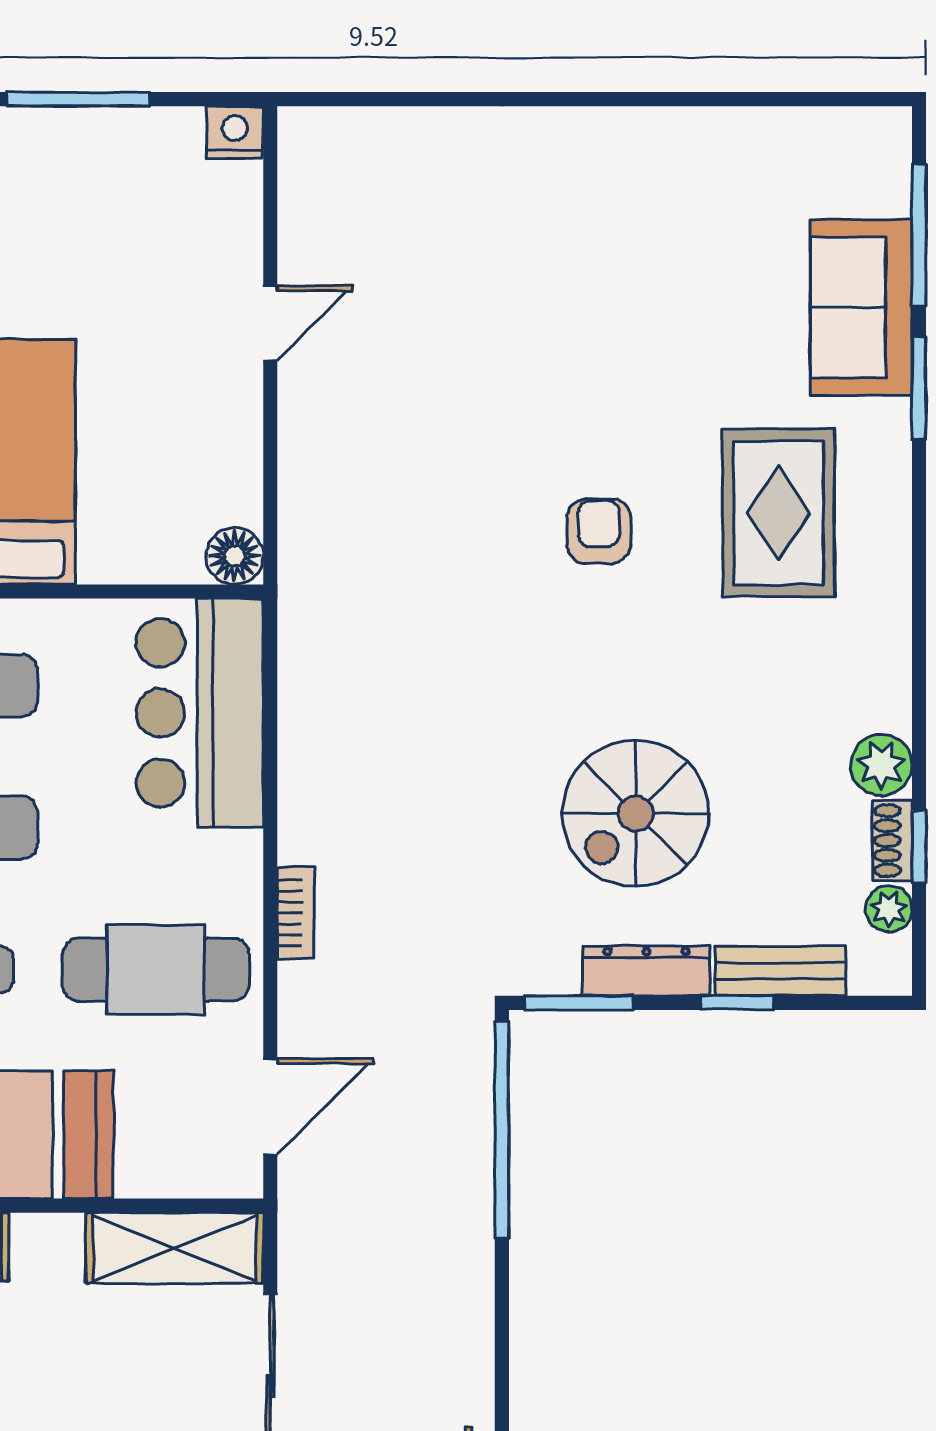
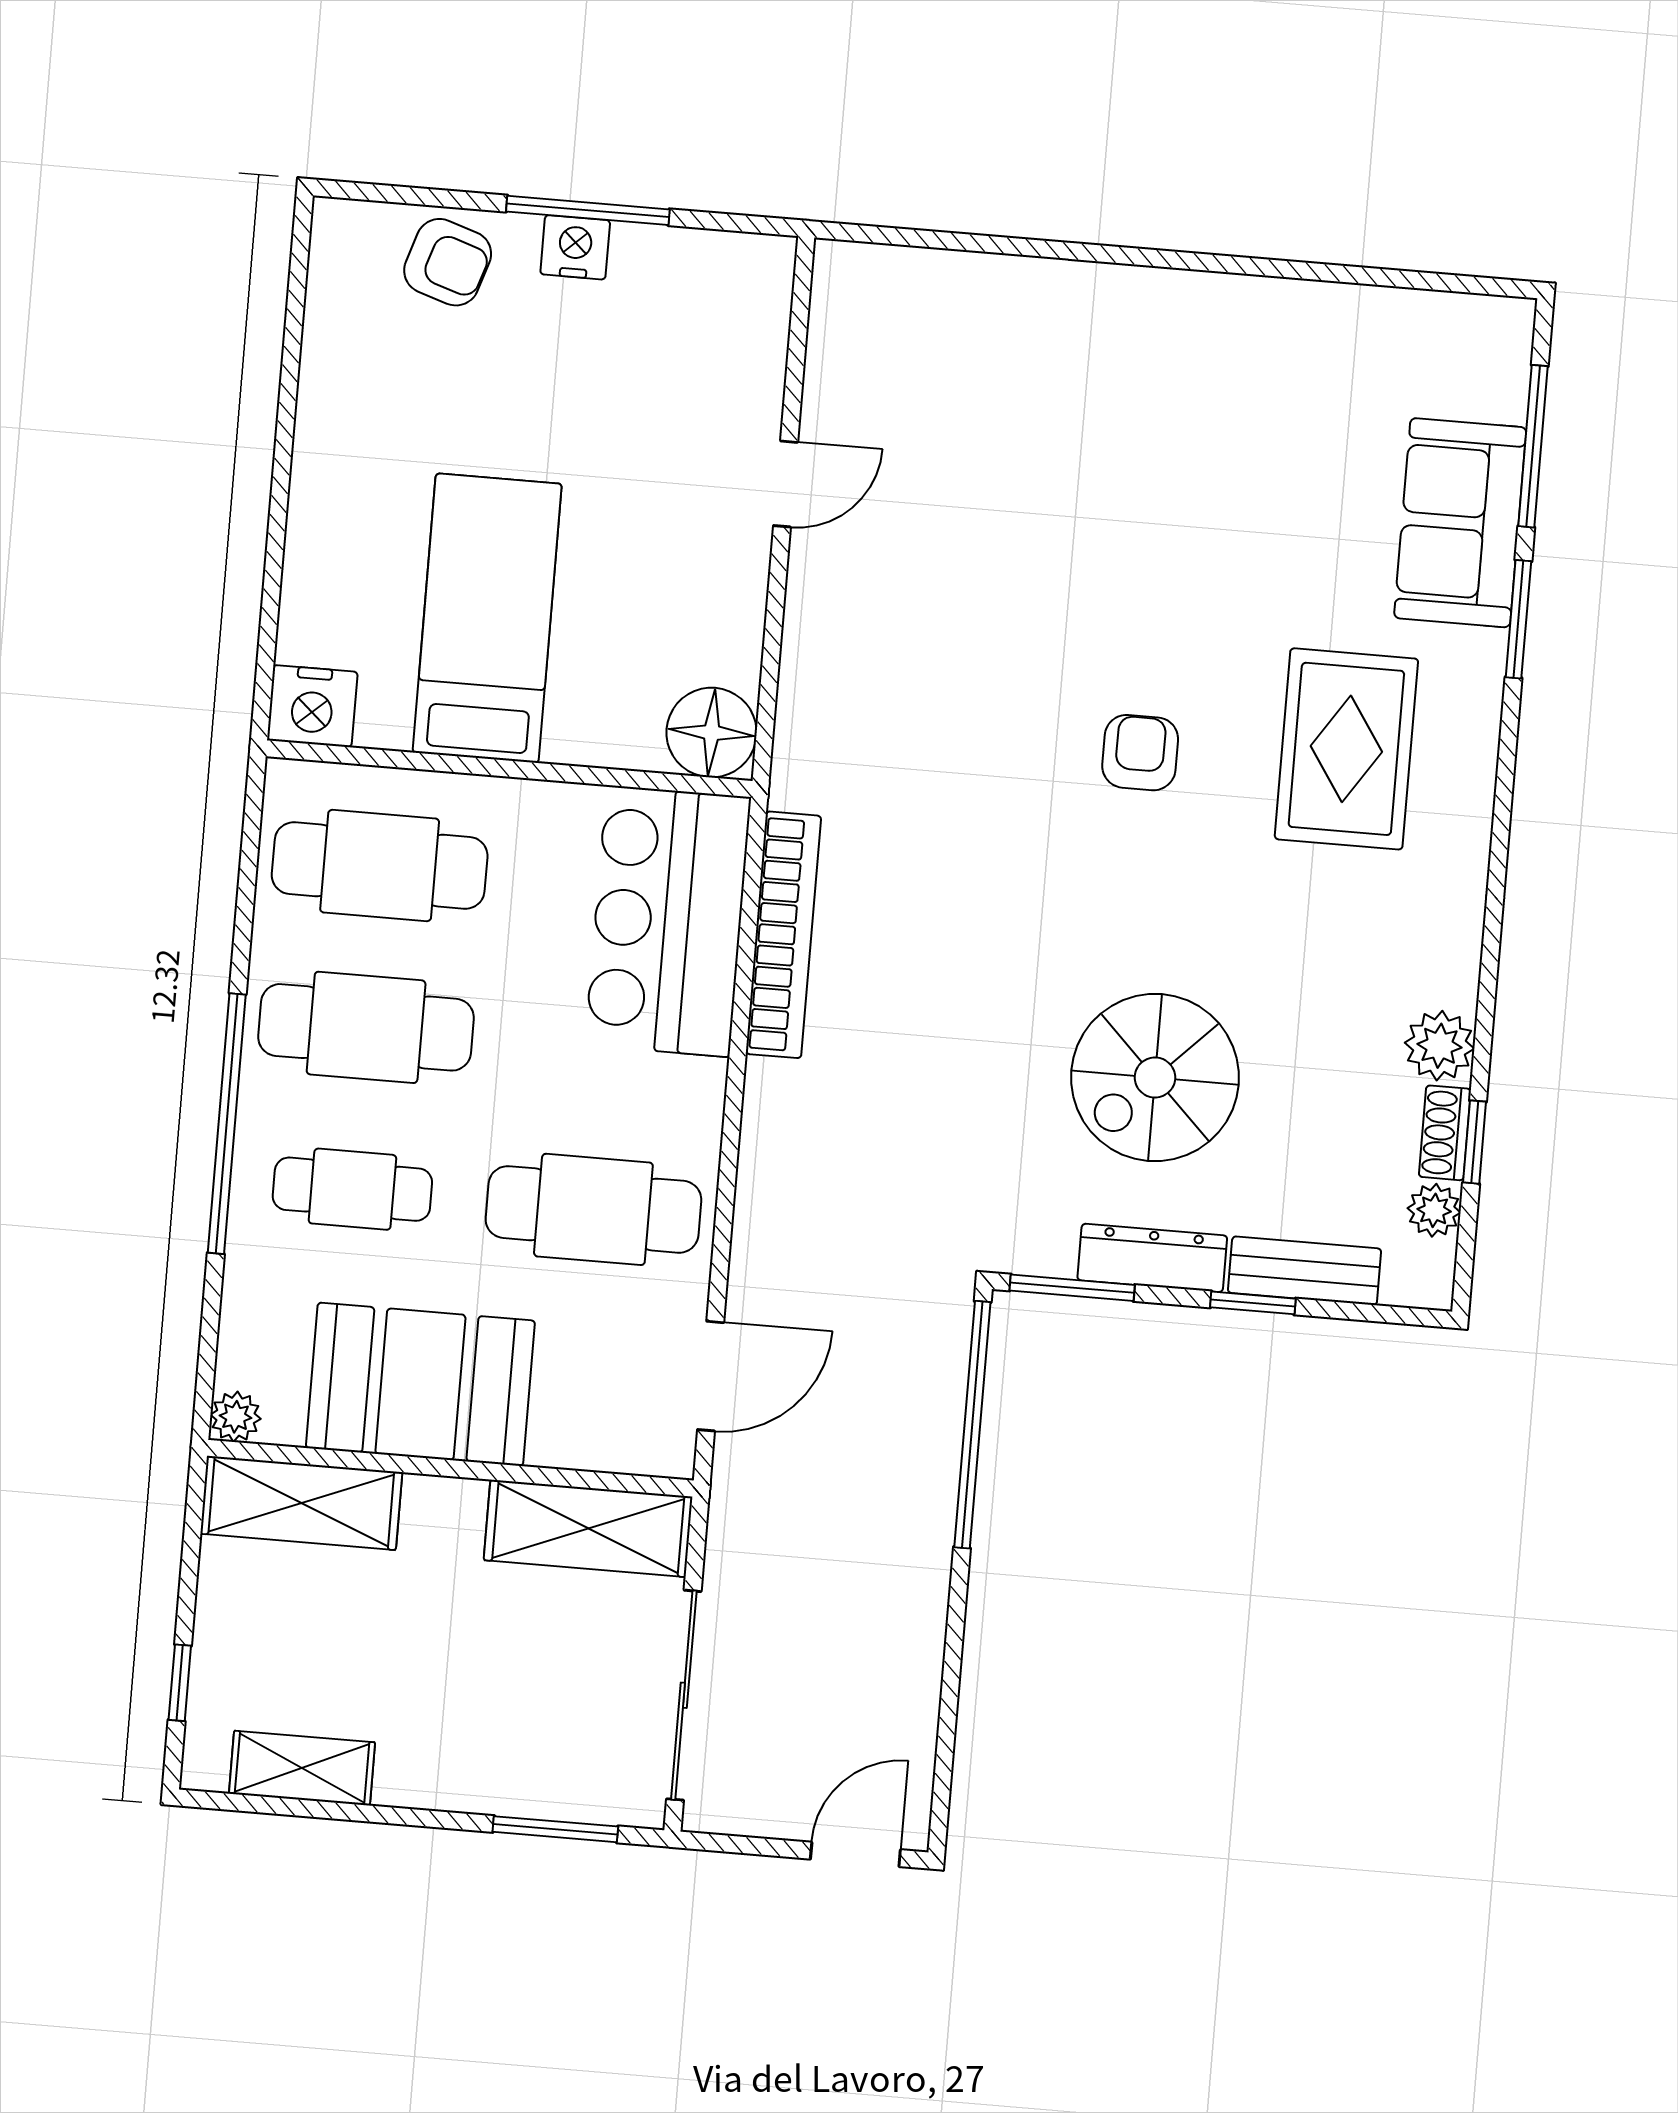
nightstand: (235, 132) -> (575, 247), moved
floor lamp: (235, 556) -> (712, 733), width x1.38, depth x1.38
bookcase: (296, 913) -> (783, 935), moved, width x2.31, depth x1.31

